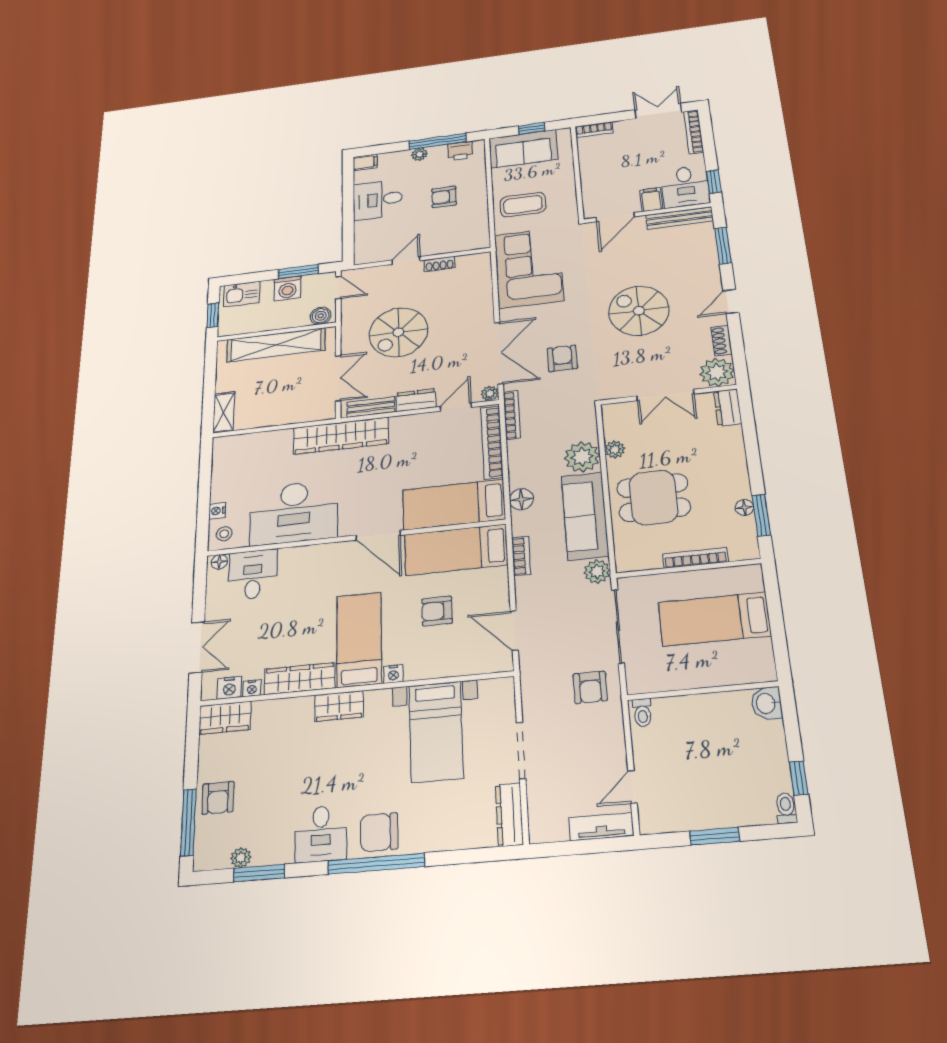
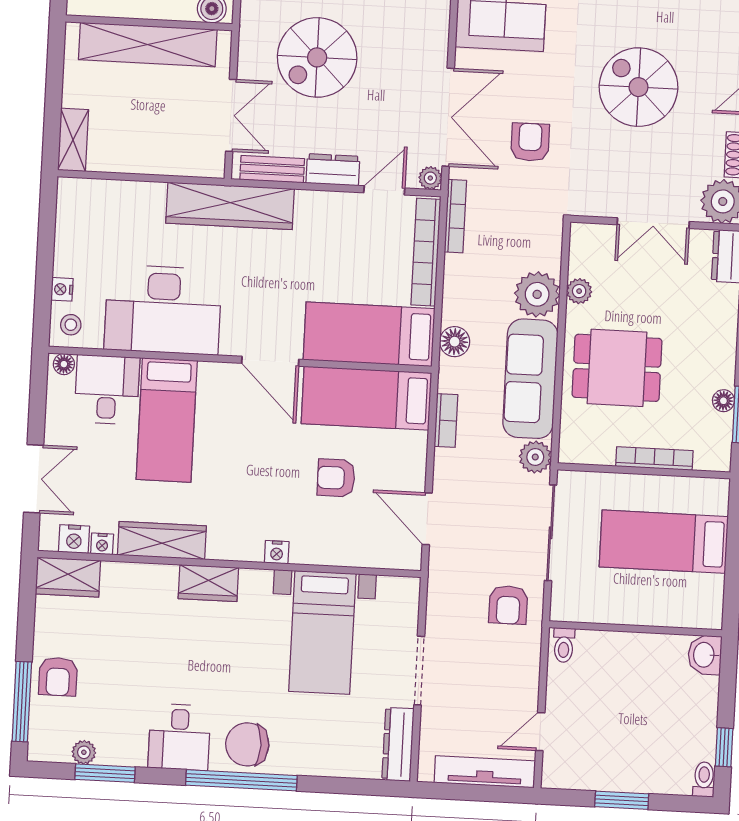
bed: (359, 639) -> (167, 420), moved, turned 180
tv unit: (601, 827) -> (485, 772), width x1.41

